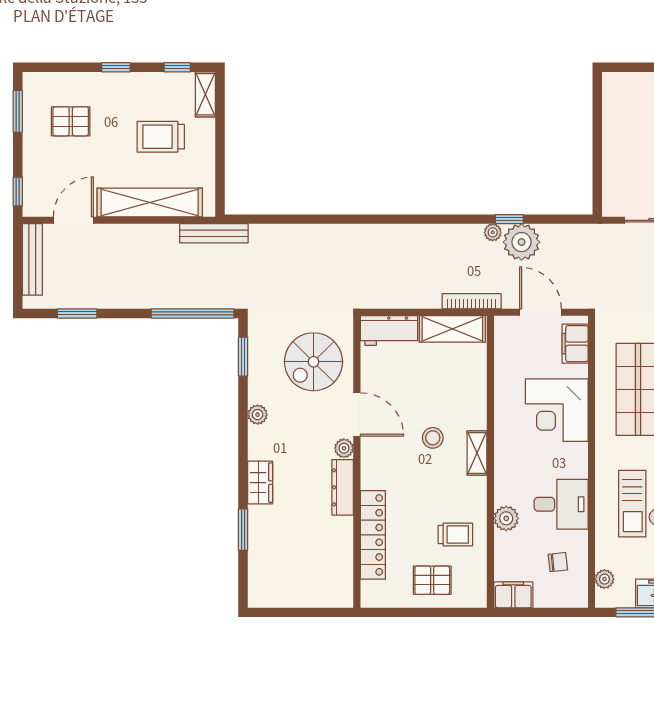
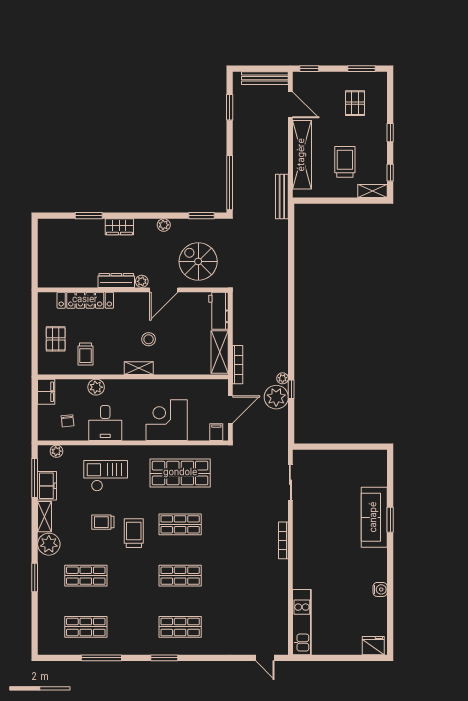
filing cabinet: (575, 344) -> (216, 432), width x0.50

